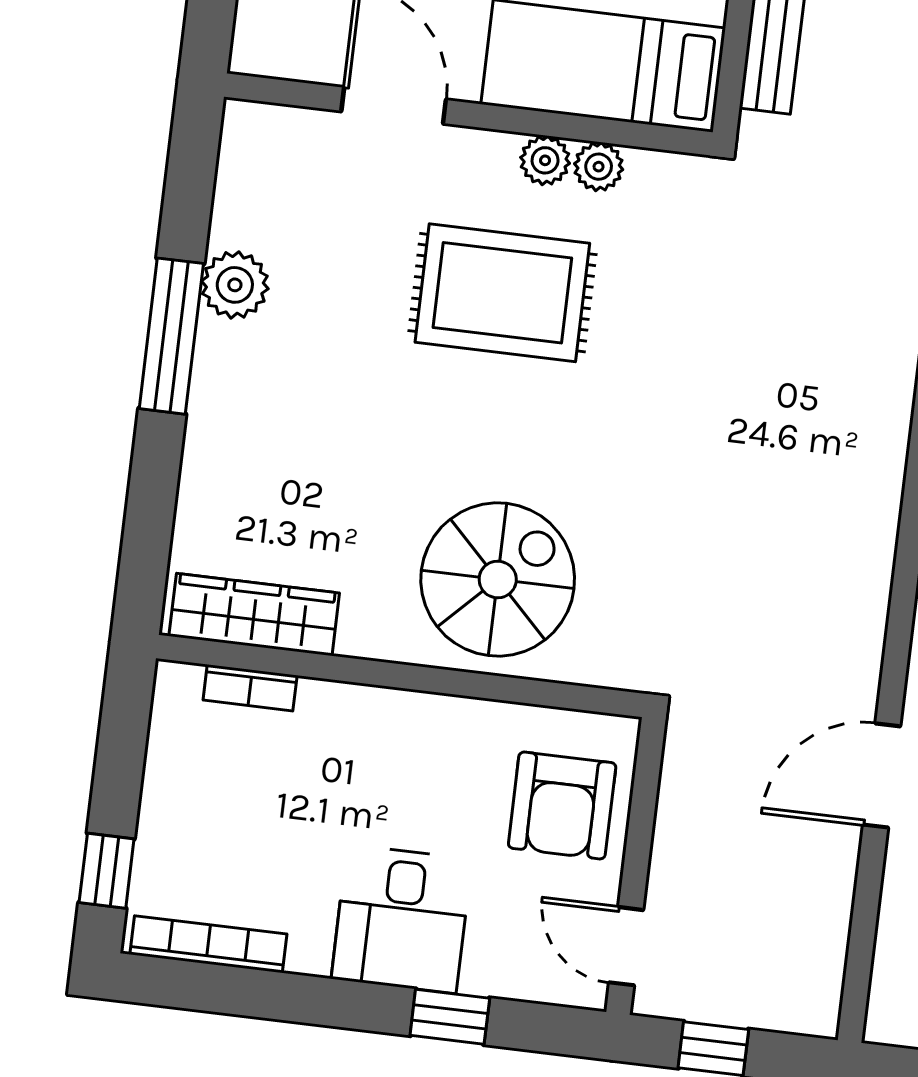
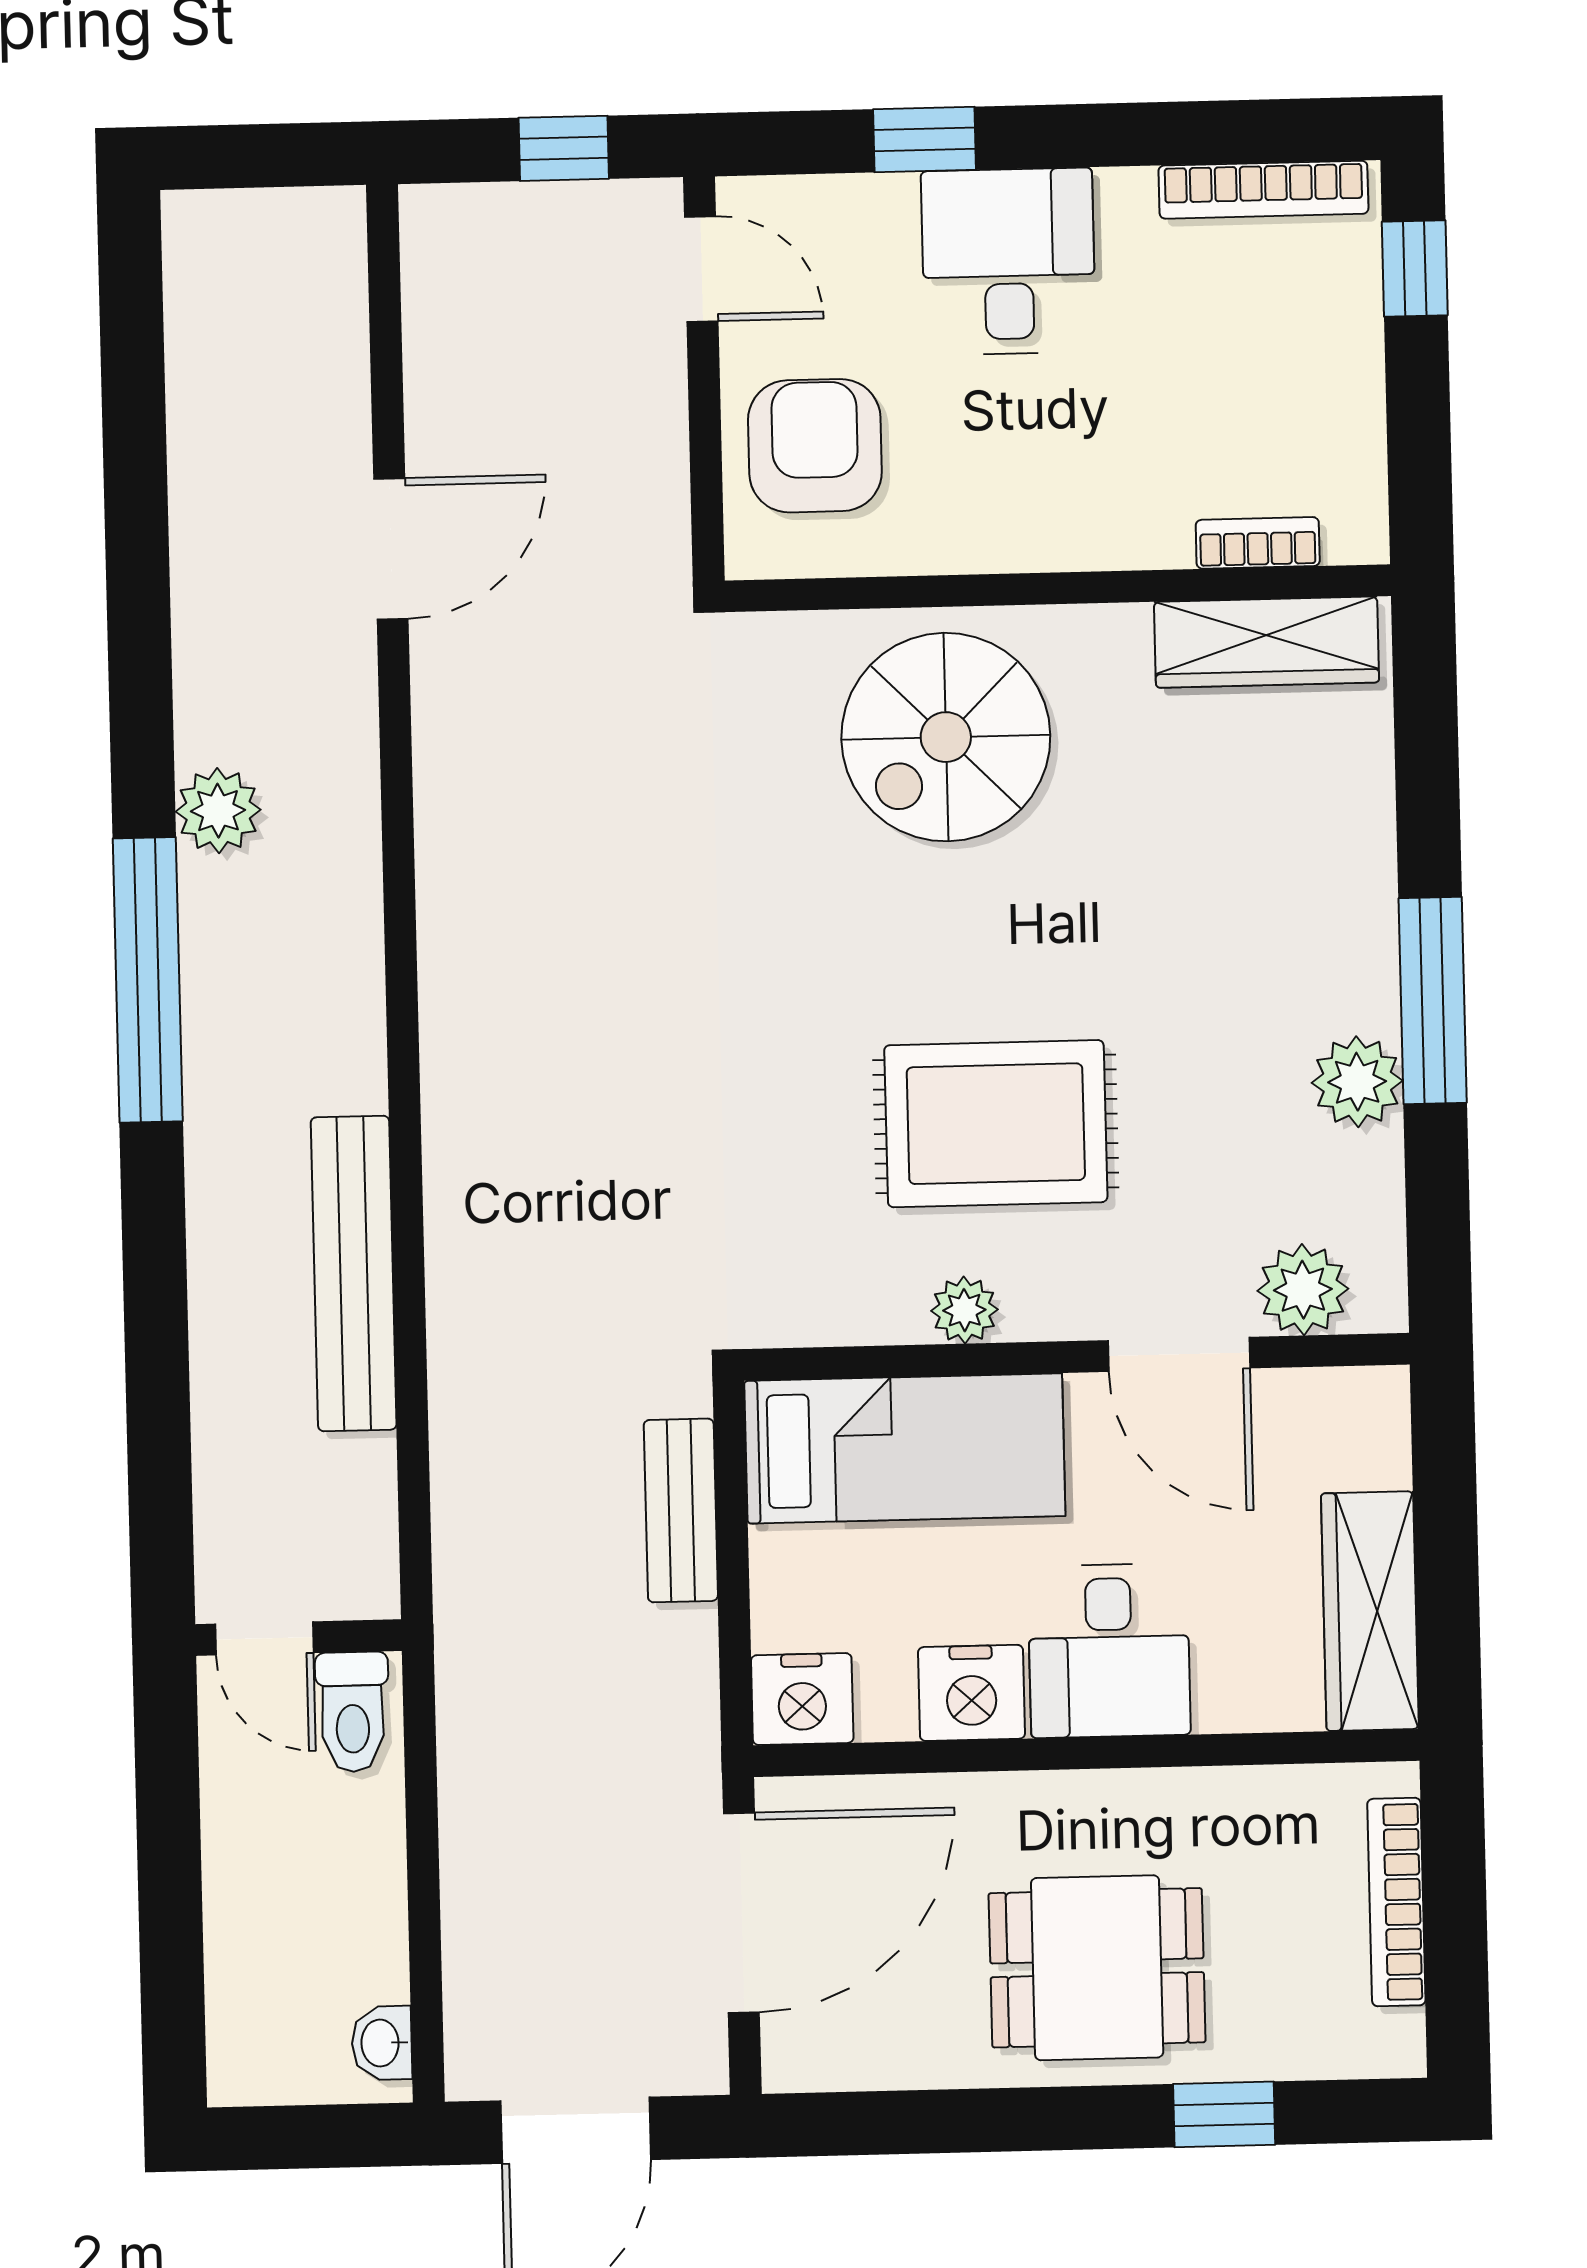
plant: (599, 167) -> (1303, 1290), moved, width x1.38, depth x1.38

